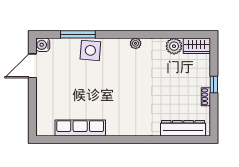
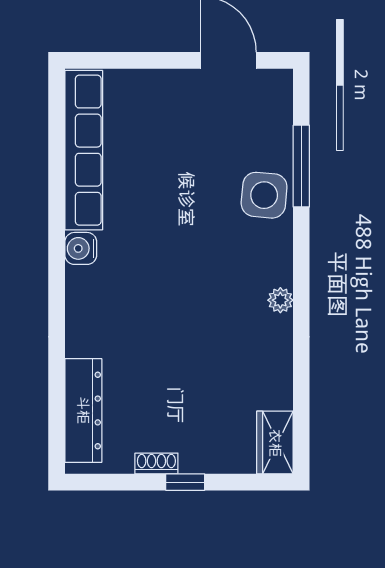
water cooler: (43, 45) -> (81, 248), moved, turned -90
plant: (174, 46) -> (274, 390), removed
row of seats: (80, 128) -> (84, 150), width x1.36

